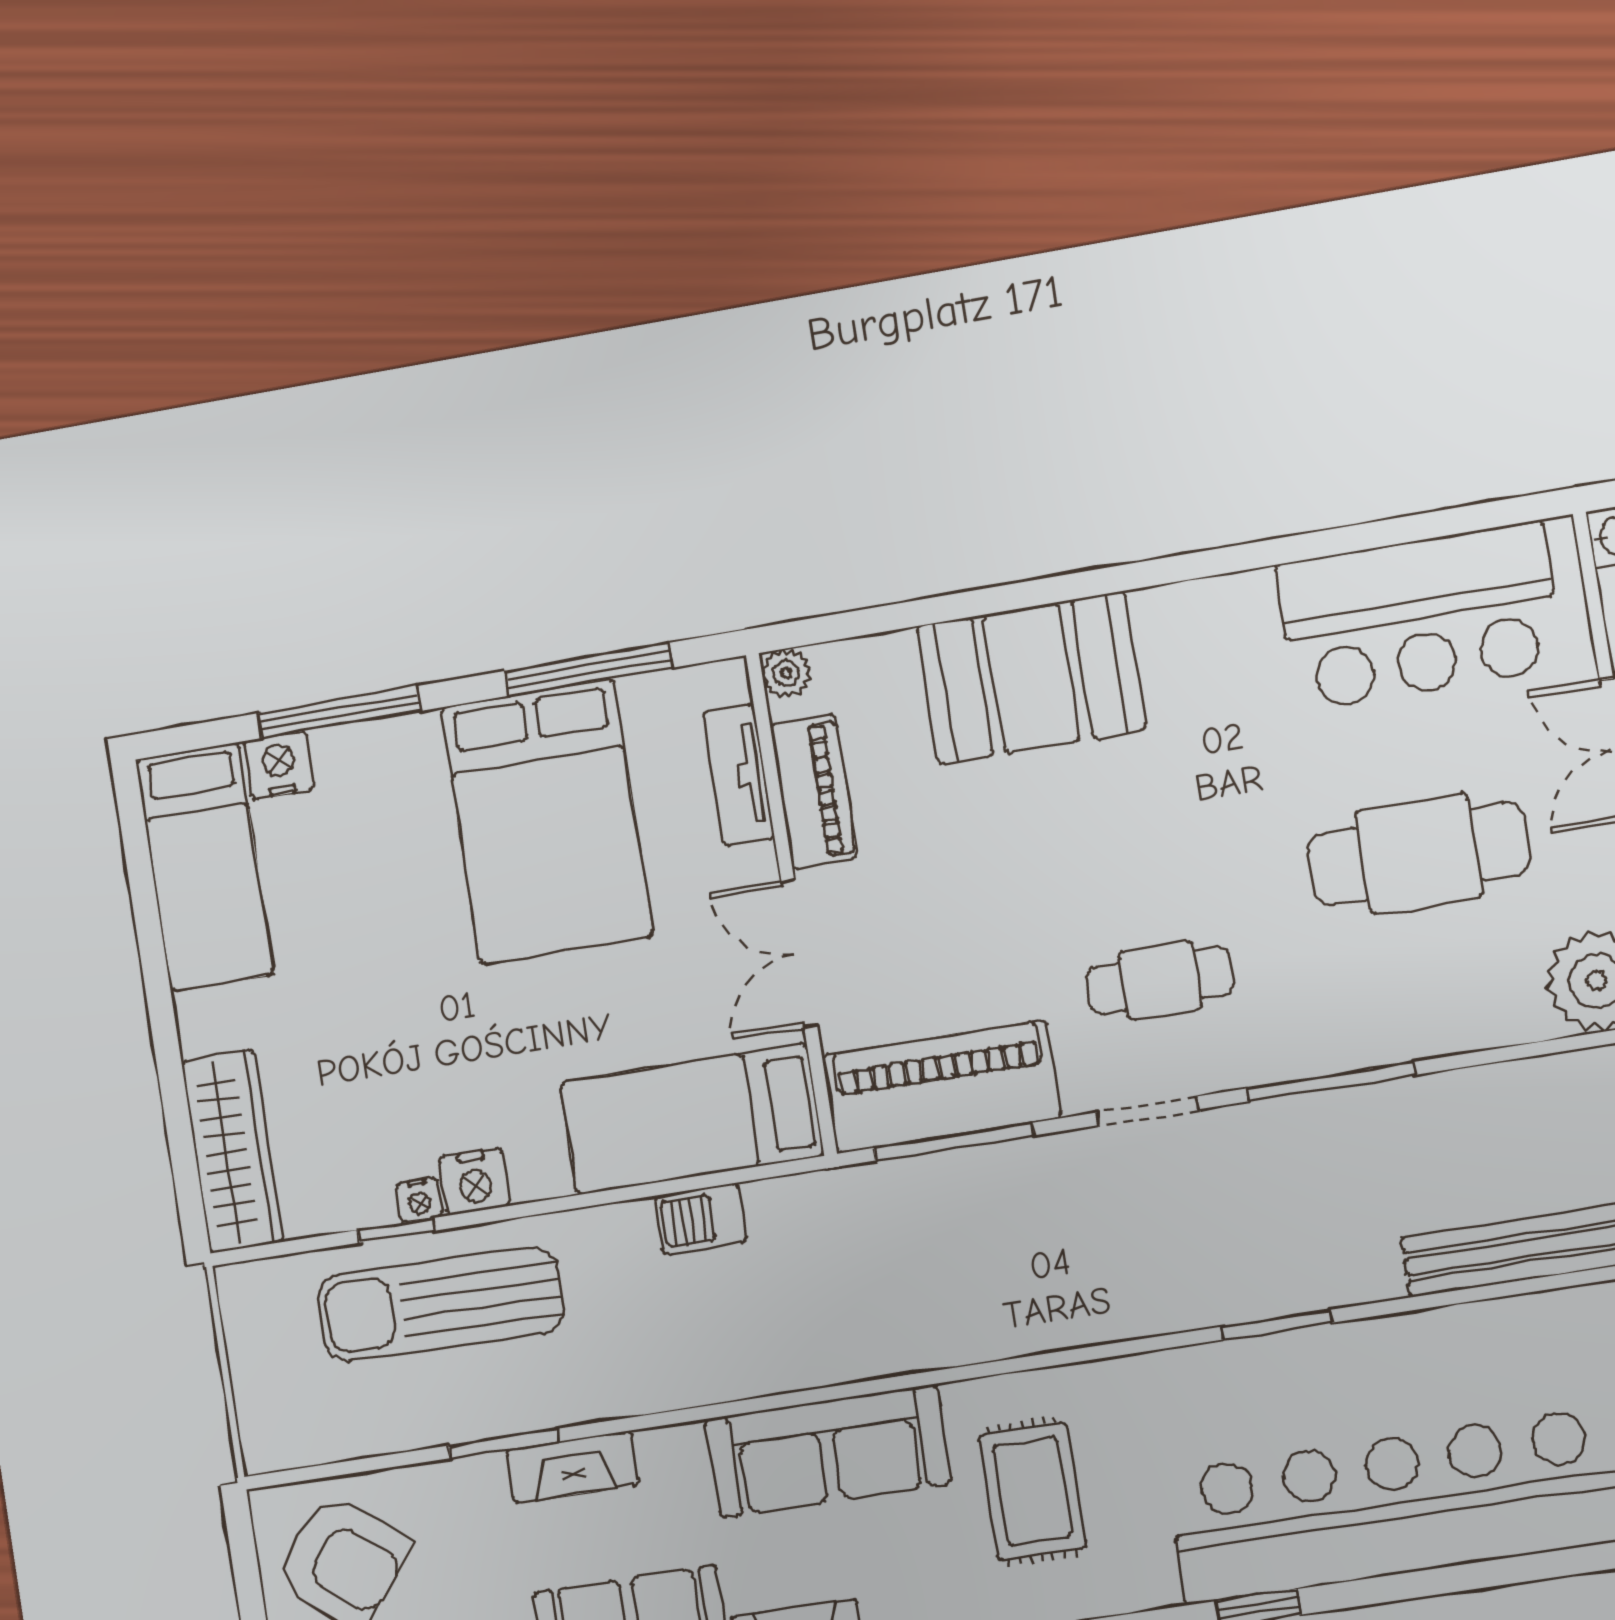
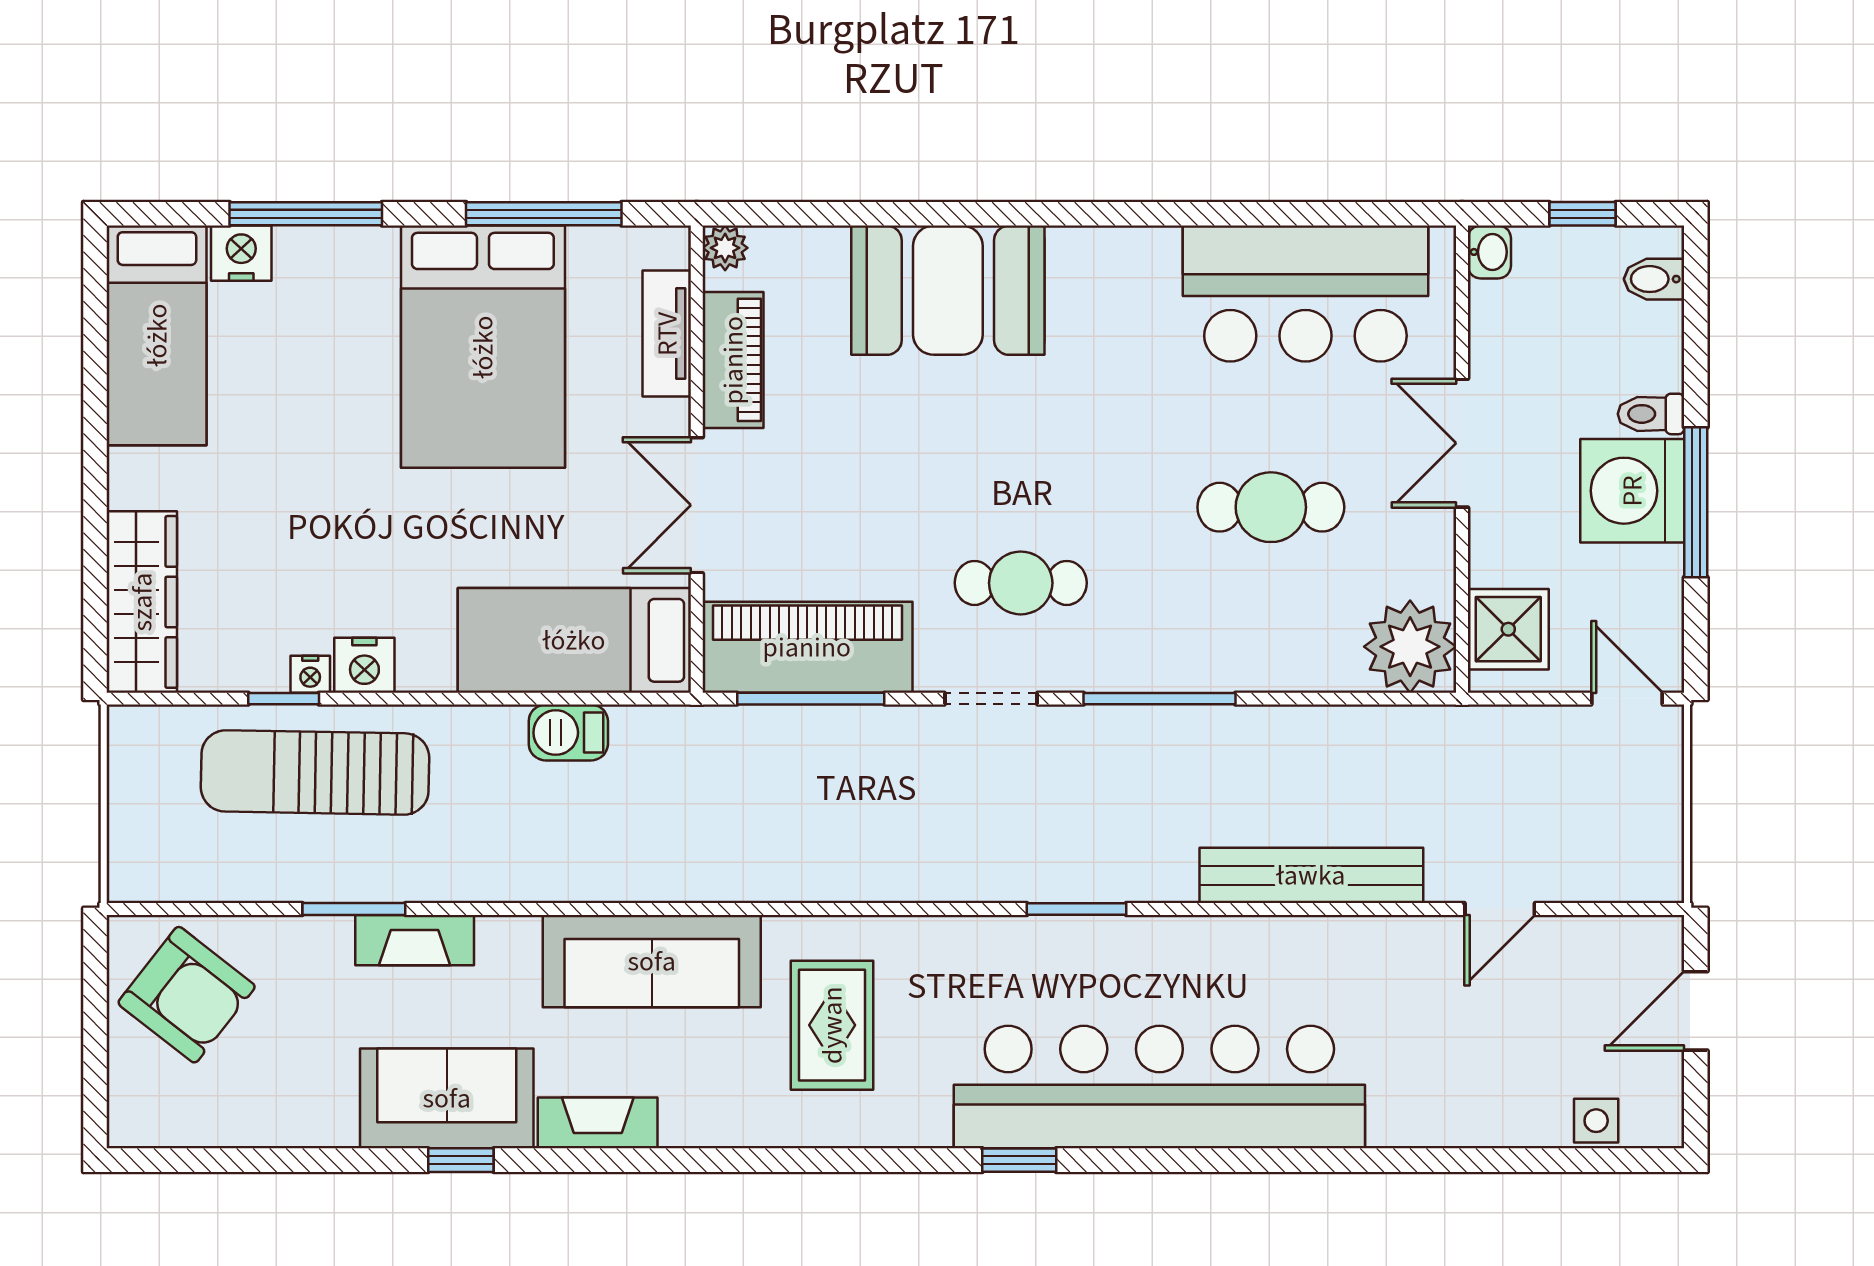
cafe table: (1419, 854) -> (1271, 507), width x0.73, depth x0.74

